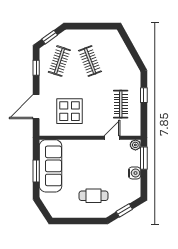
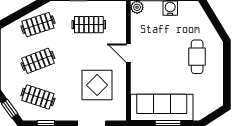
clothes rail: (121, 61) -> (38, 25), added
door: (112, 138) -> (128, 53), moved
window: (124, 210) -> (214, 20), removed

